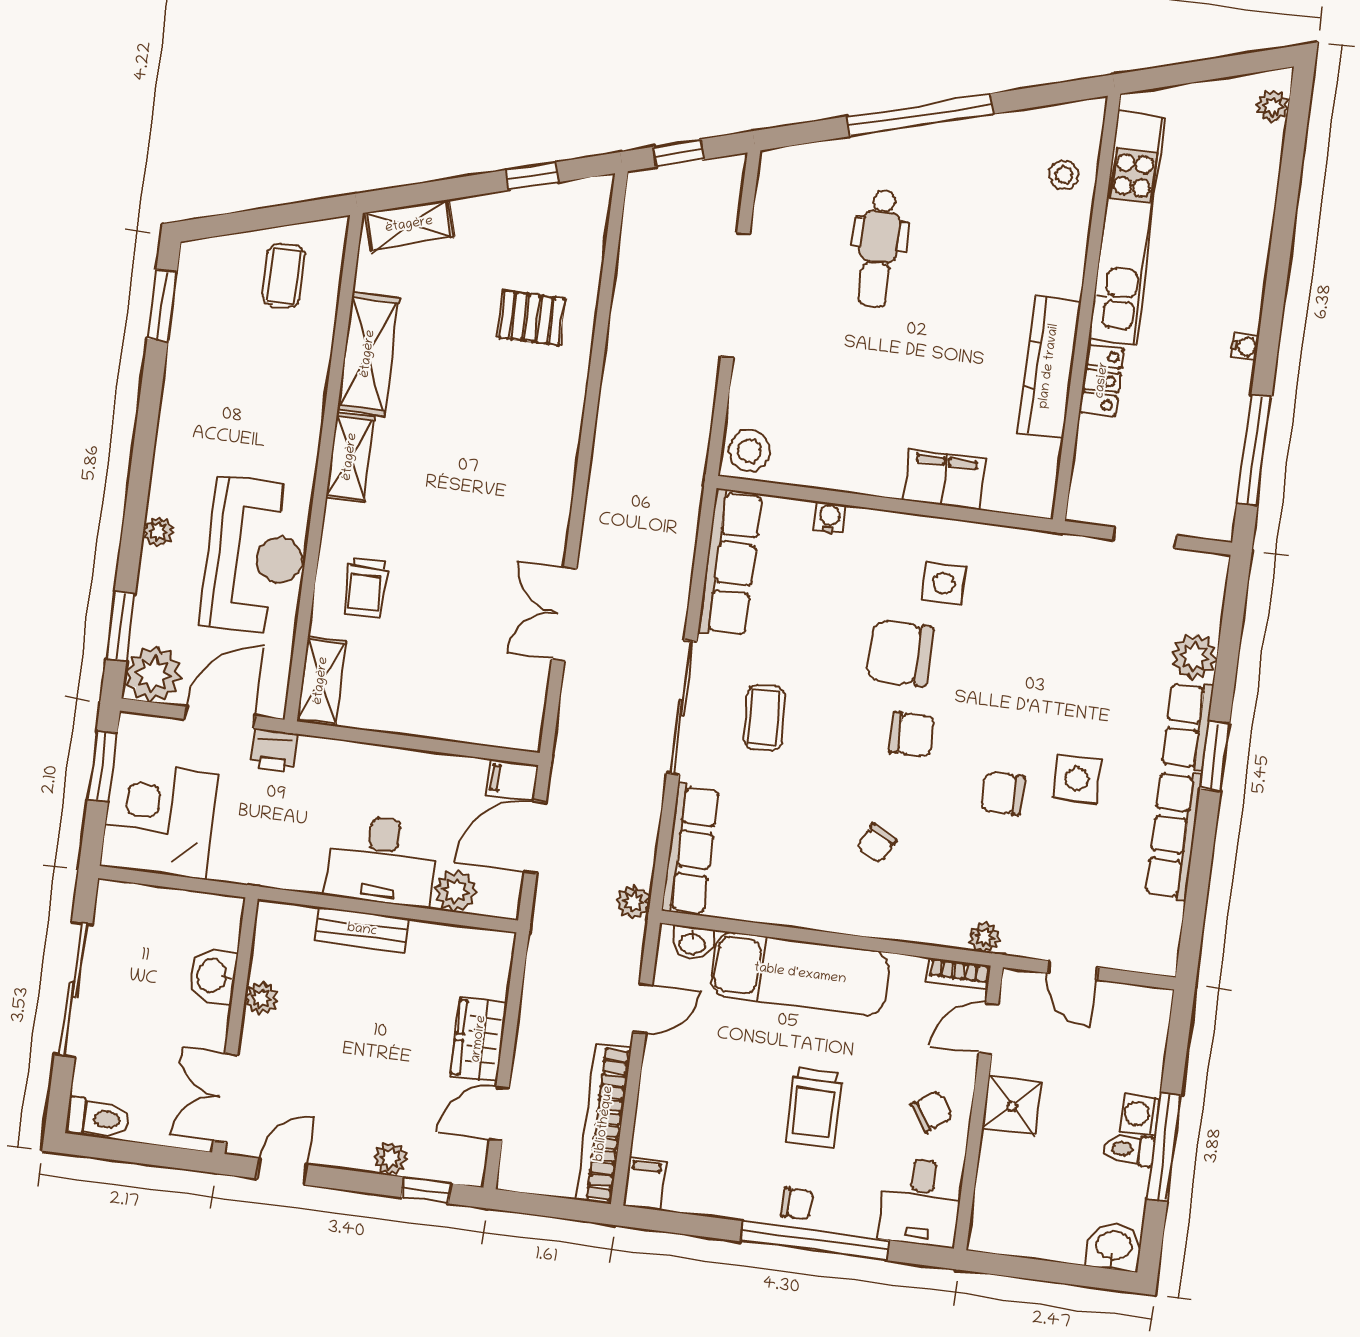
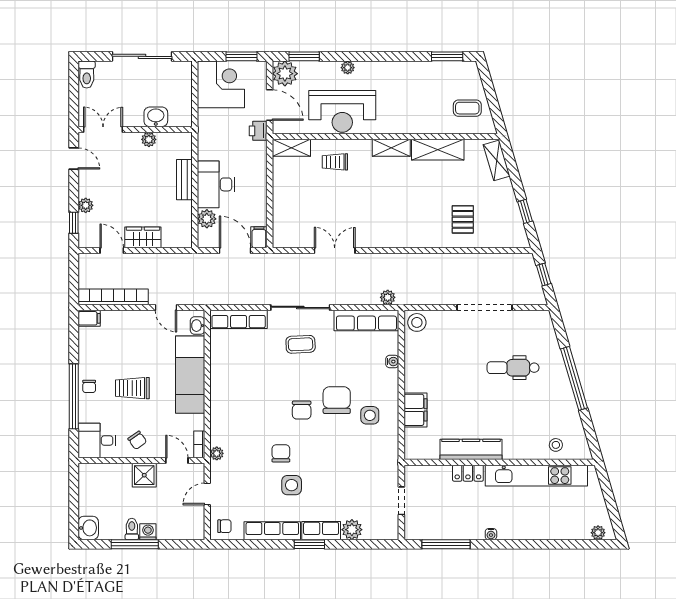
chair: (877, 843) -> (224, 526), moved, turned 151
plant: (633, 902) -> (388, 297), moved

